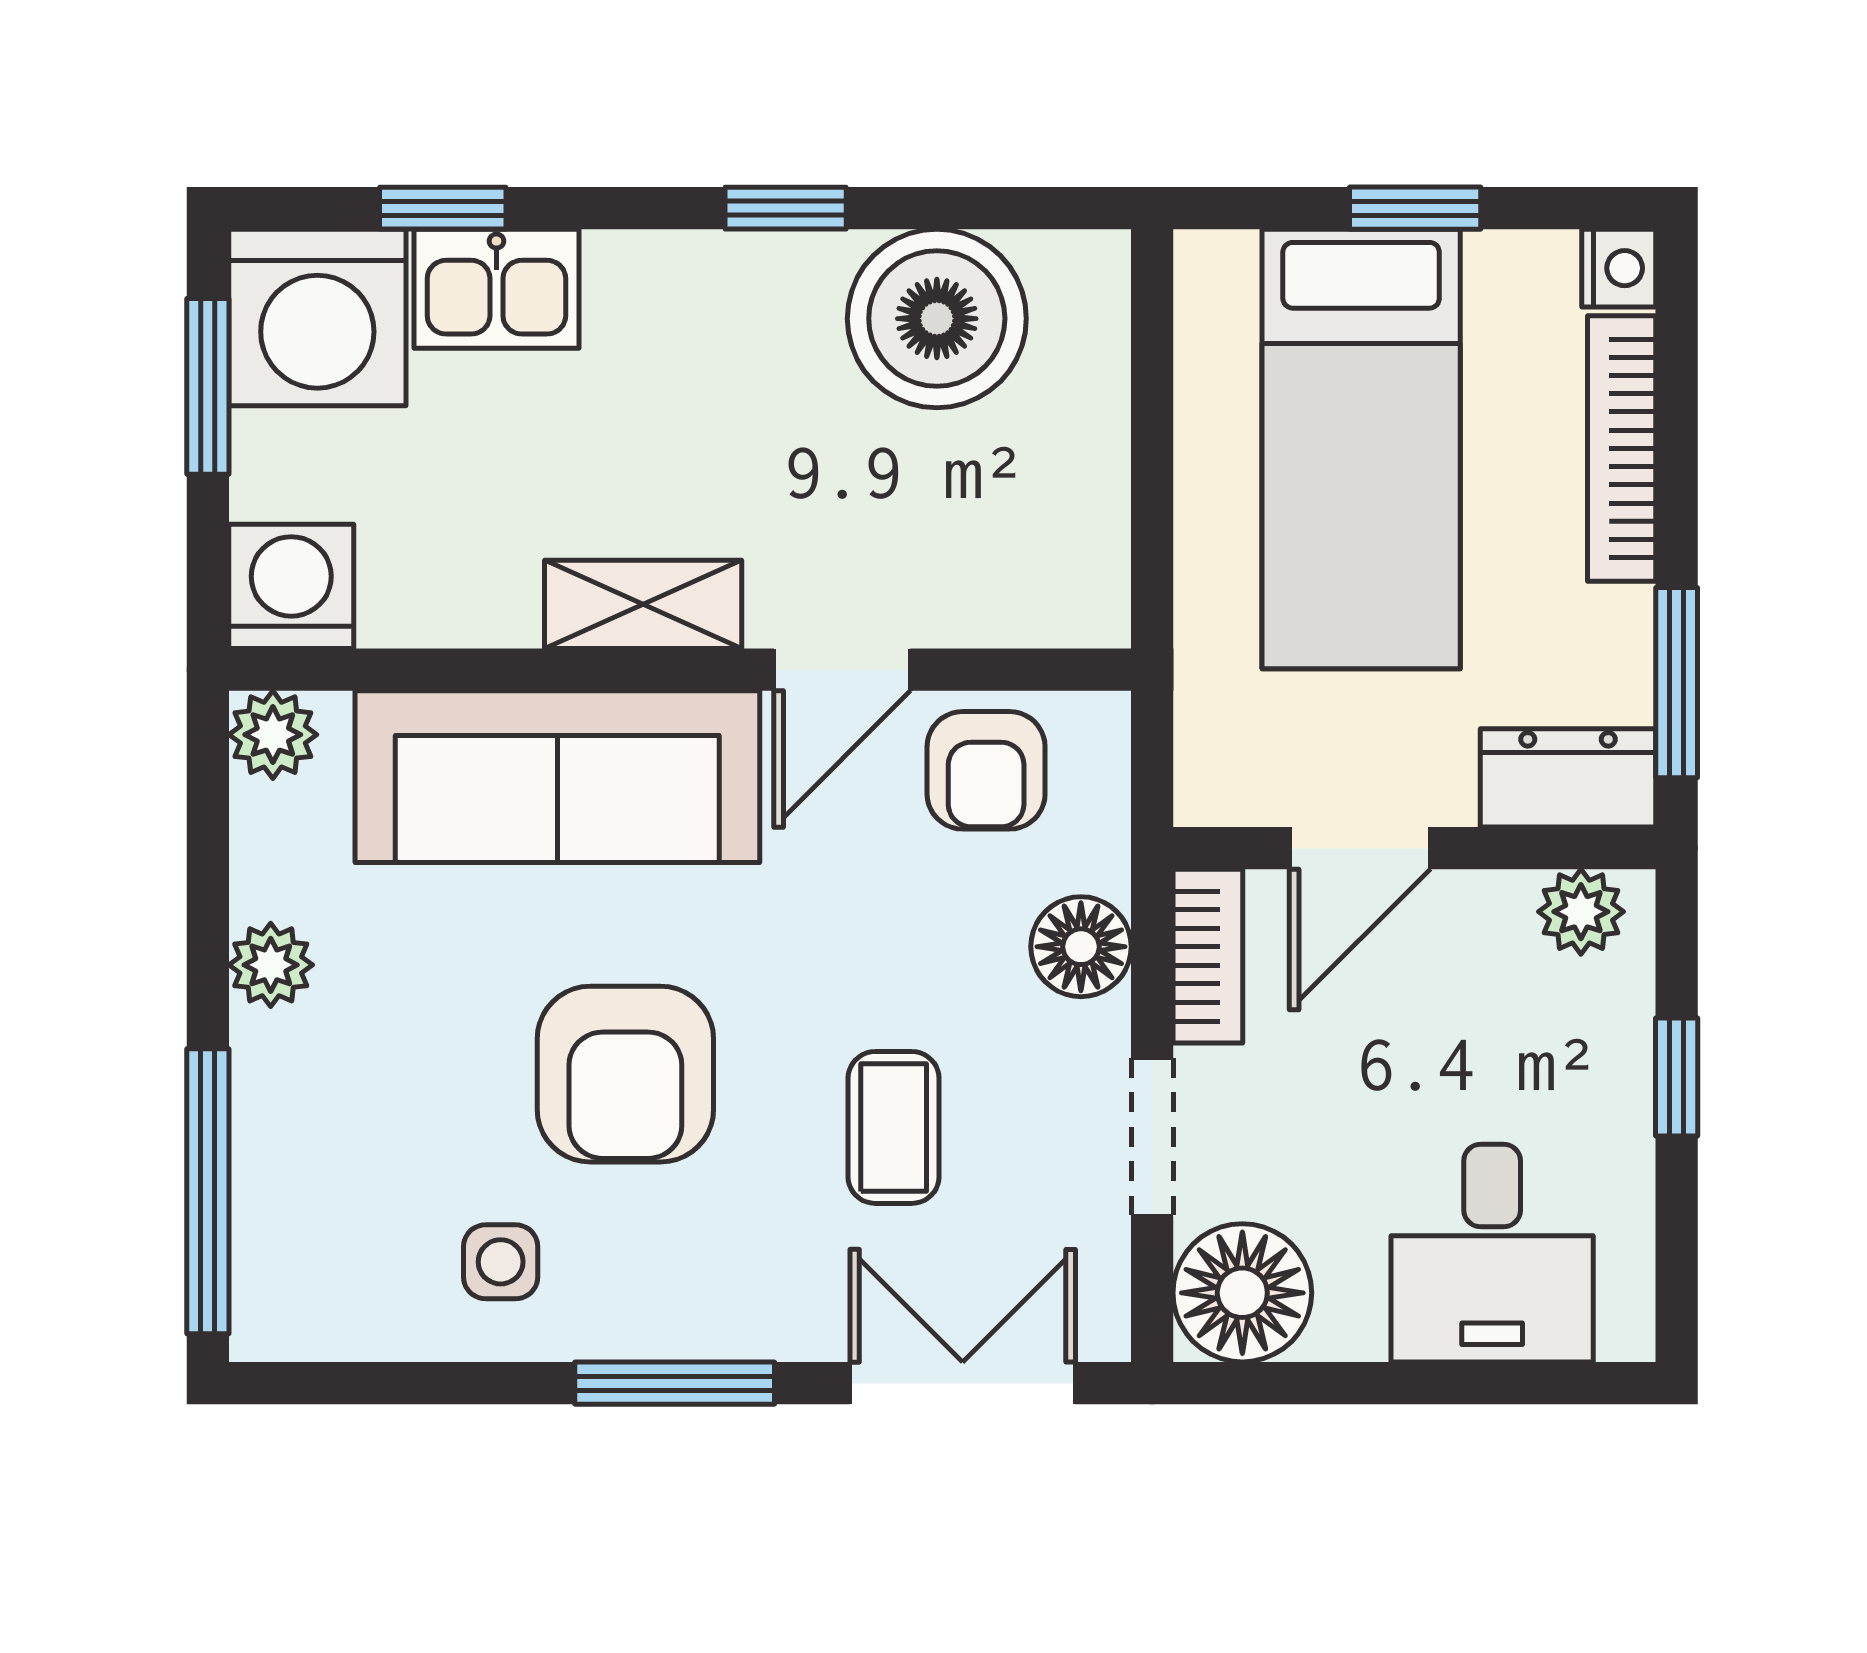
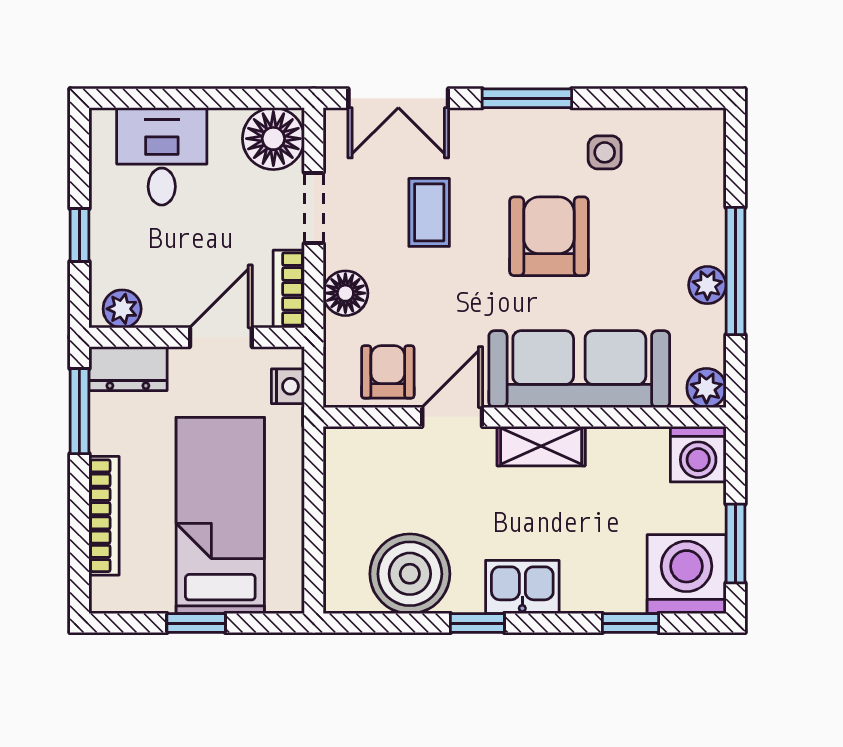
nightstand: (1619, 268) -> (288, 386), moved, turned 180
kitchen sink: (496, 289) -> (522, 587), moved
window: (208, 1191) -> (735, 271), moved

